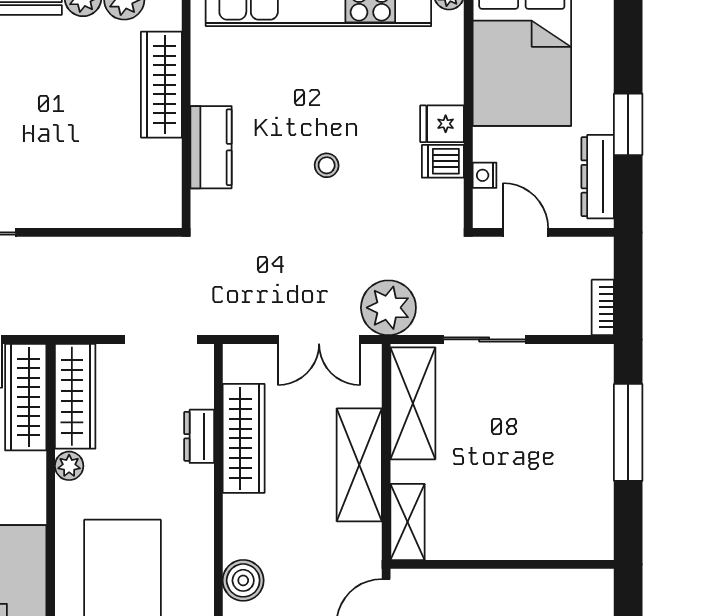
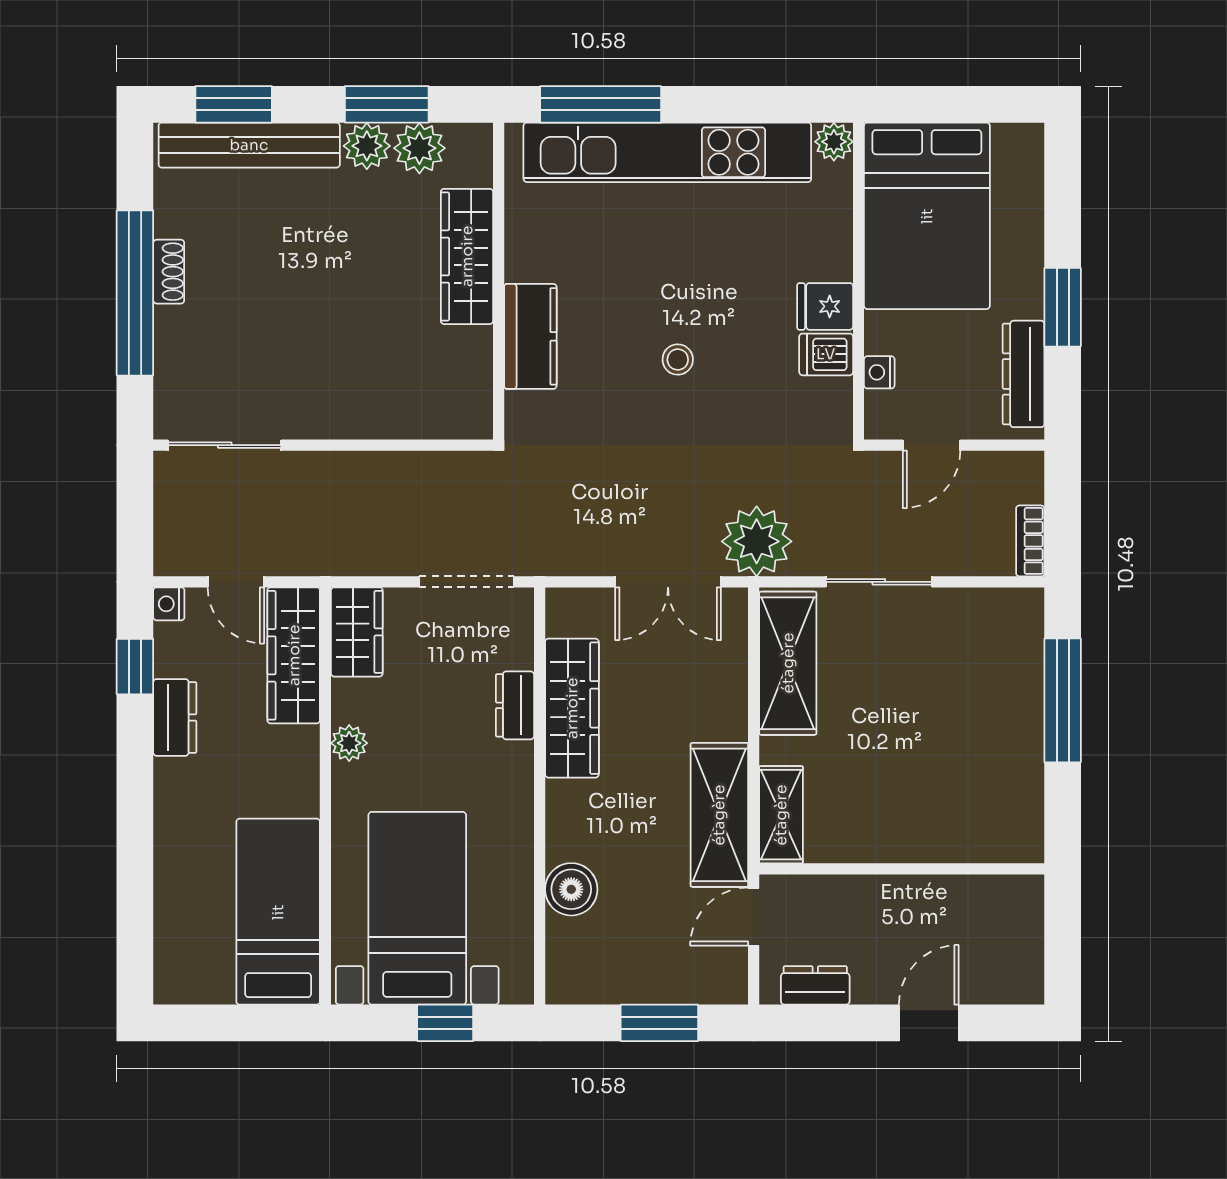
door: (526, 232) -> (932, 445), swing flipped
wardrobe: (75, 396) -> (357, 632), width x0.67
shelving: (359, 465) -> (719, 815), moved

